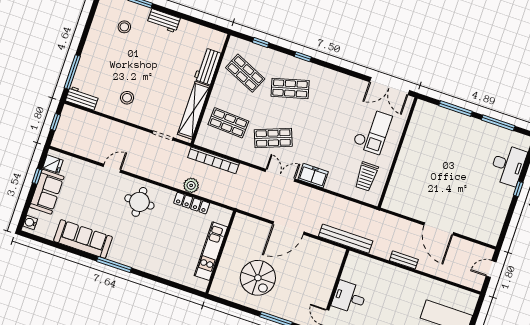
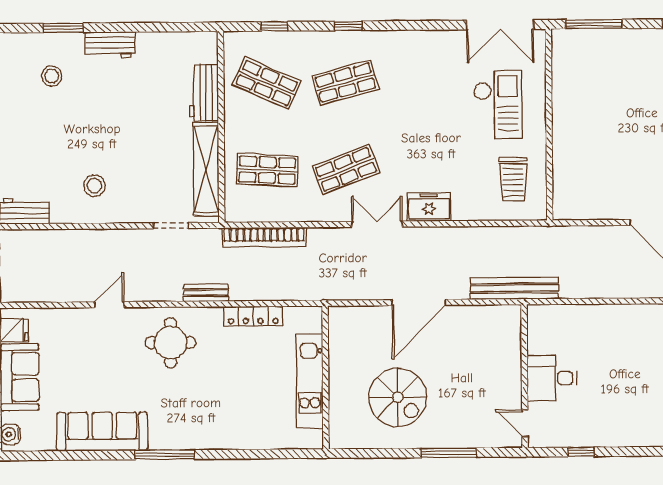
window: (455, 108) -> (594, 24), moved
plant: (191, 185) -> (243, 289), removed
bench: (404, 260) -> (206, 293), moved

